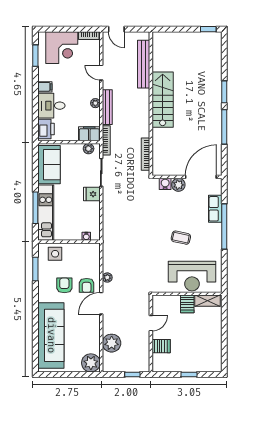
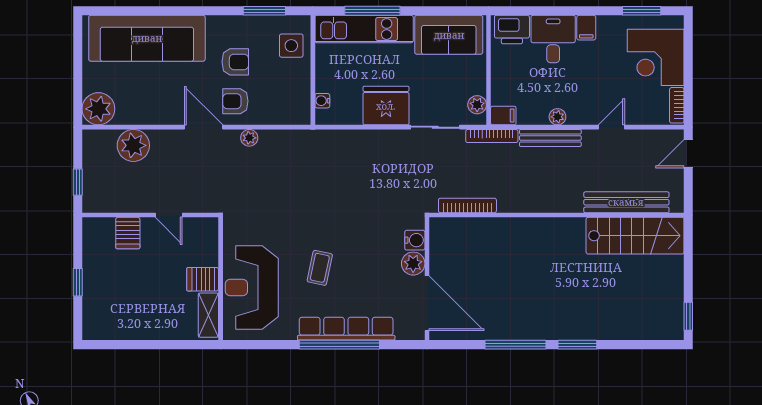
stairs: (163, 100) -> (635, 236), moved
filing cabinet: (89, 134) -> (503, 116), width x0.50
fridge: (92, 194) -> (386, 106), width x1.88, depth x1.34
row of seats: (215, 209) -> (346, 329), width x2.02

